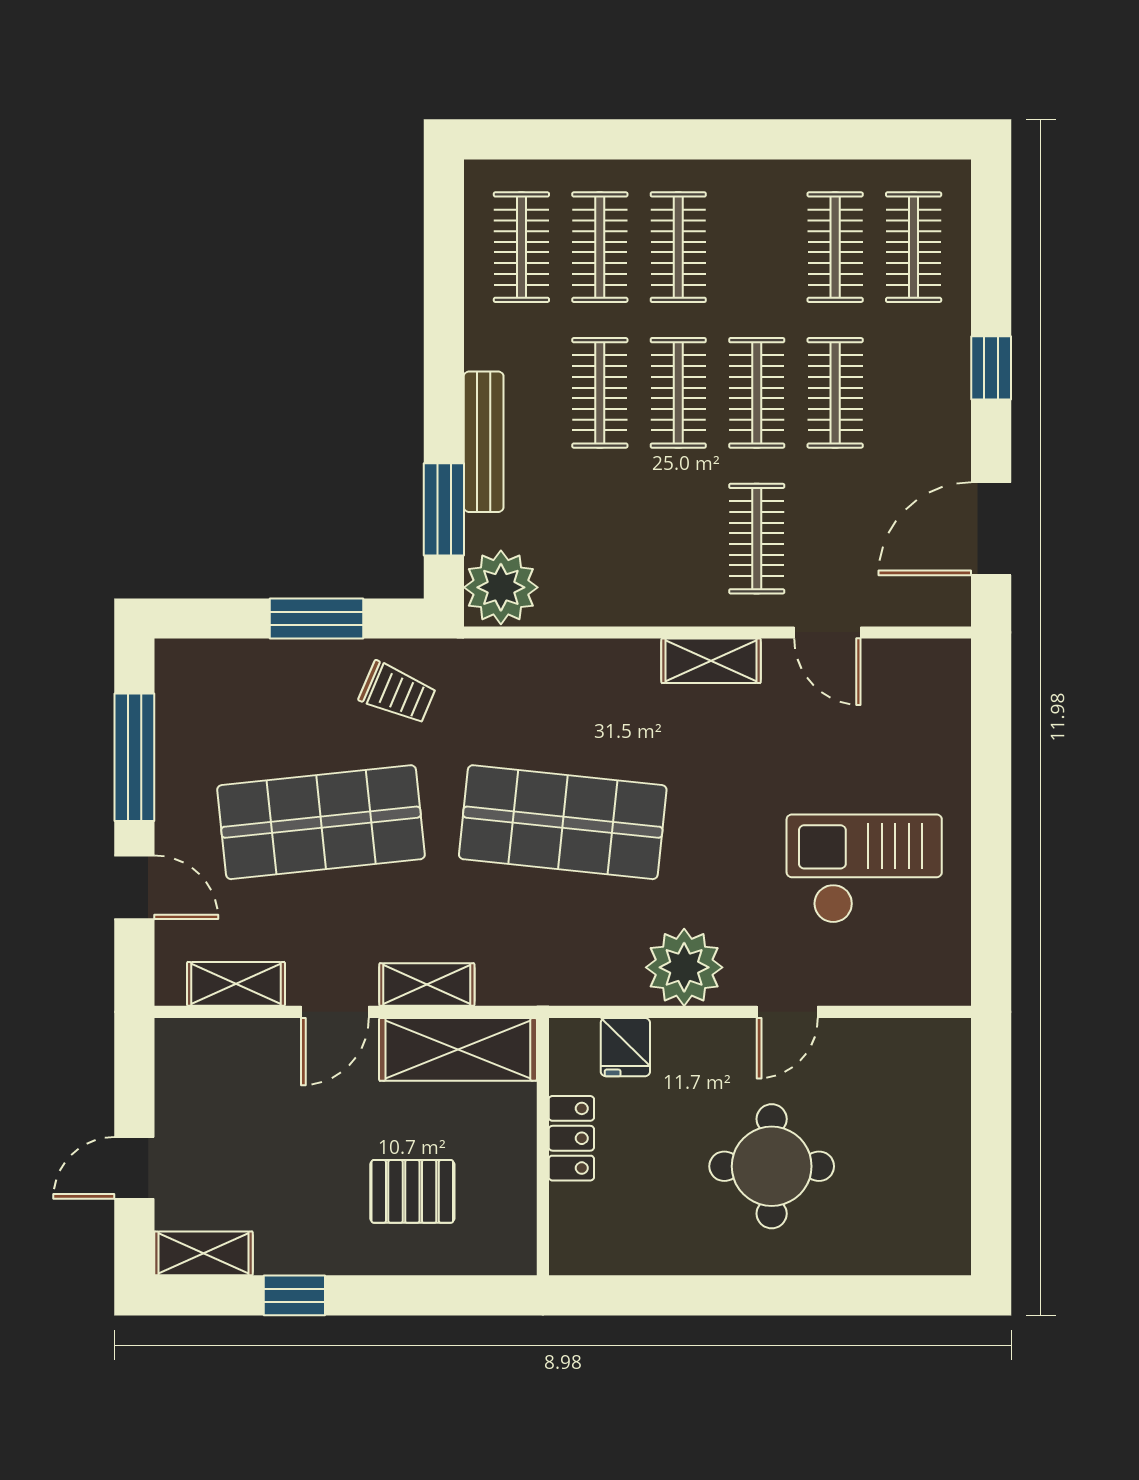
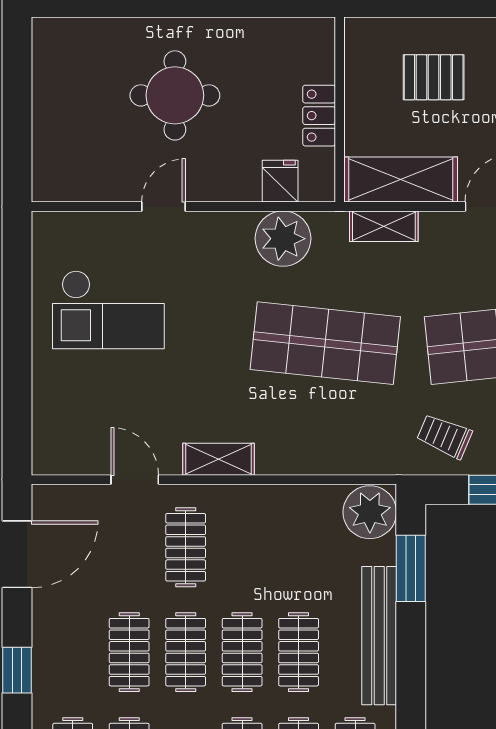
bench: (484, 442) -> (379, 636), width x1.37, depth x1.21
plant: (684, 967) -> (283, 239), moved
shelving: (427, 985) -> (384, 226), moved

